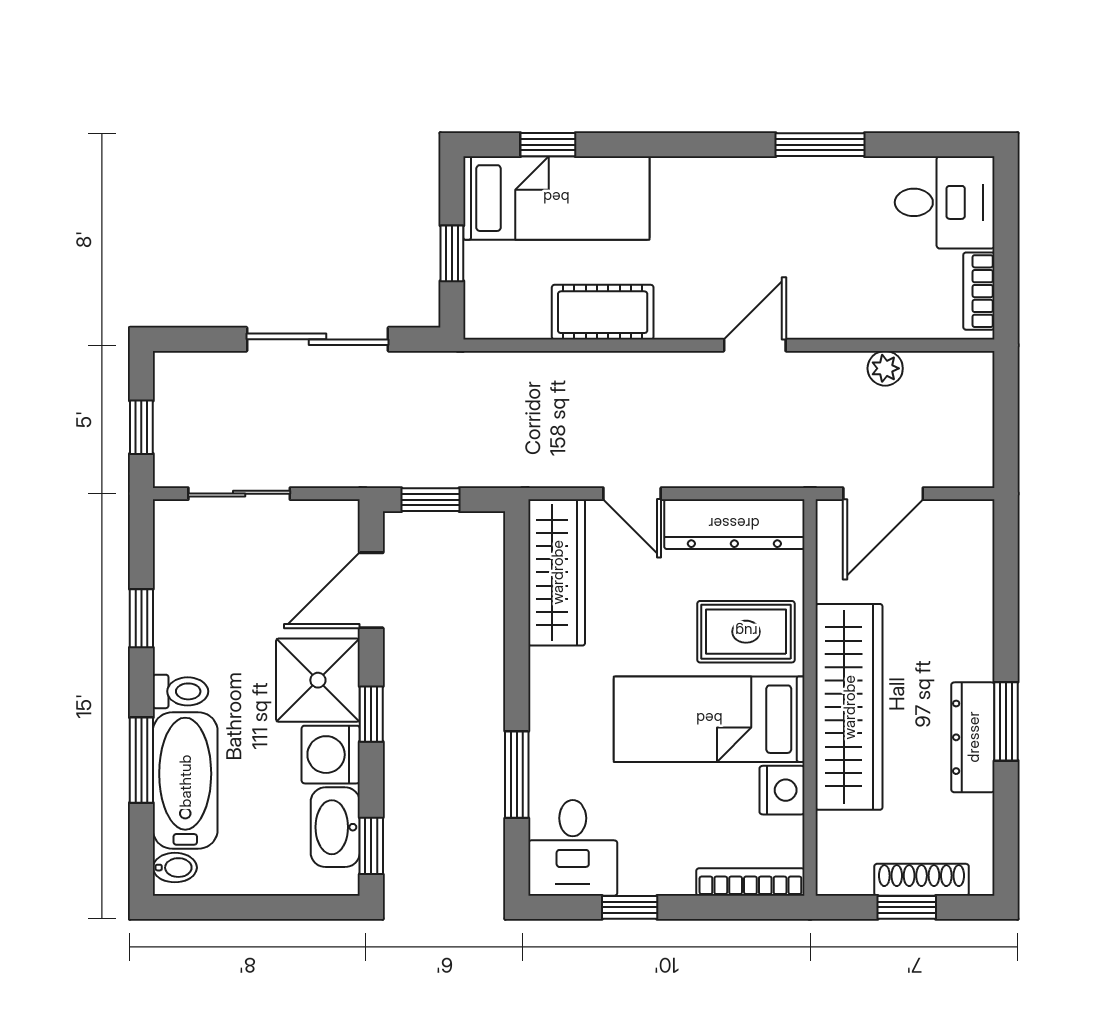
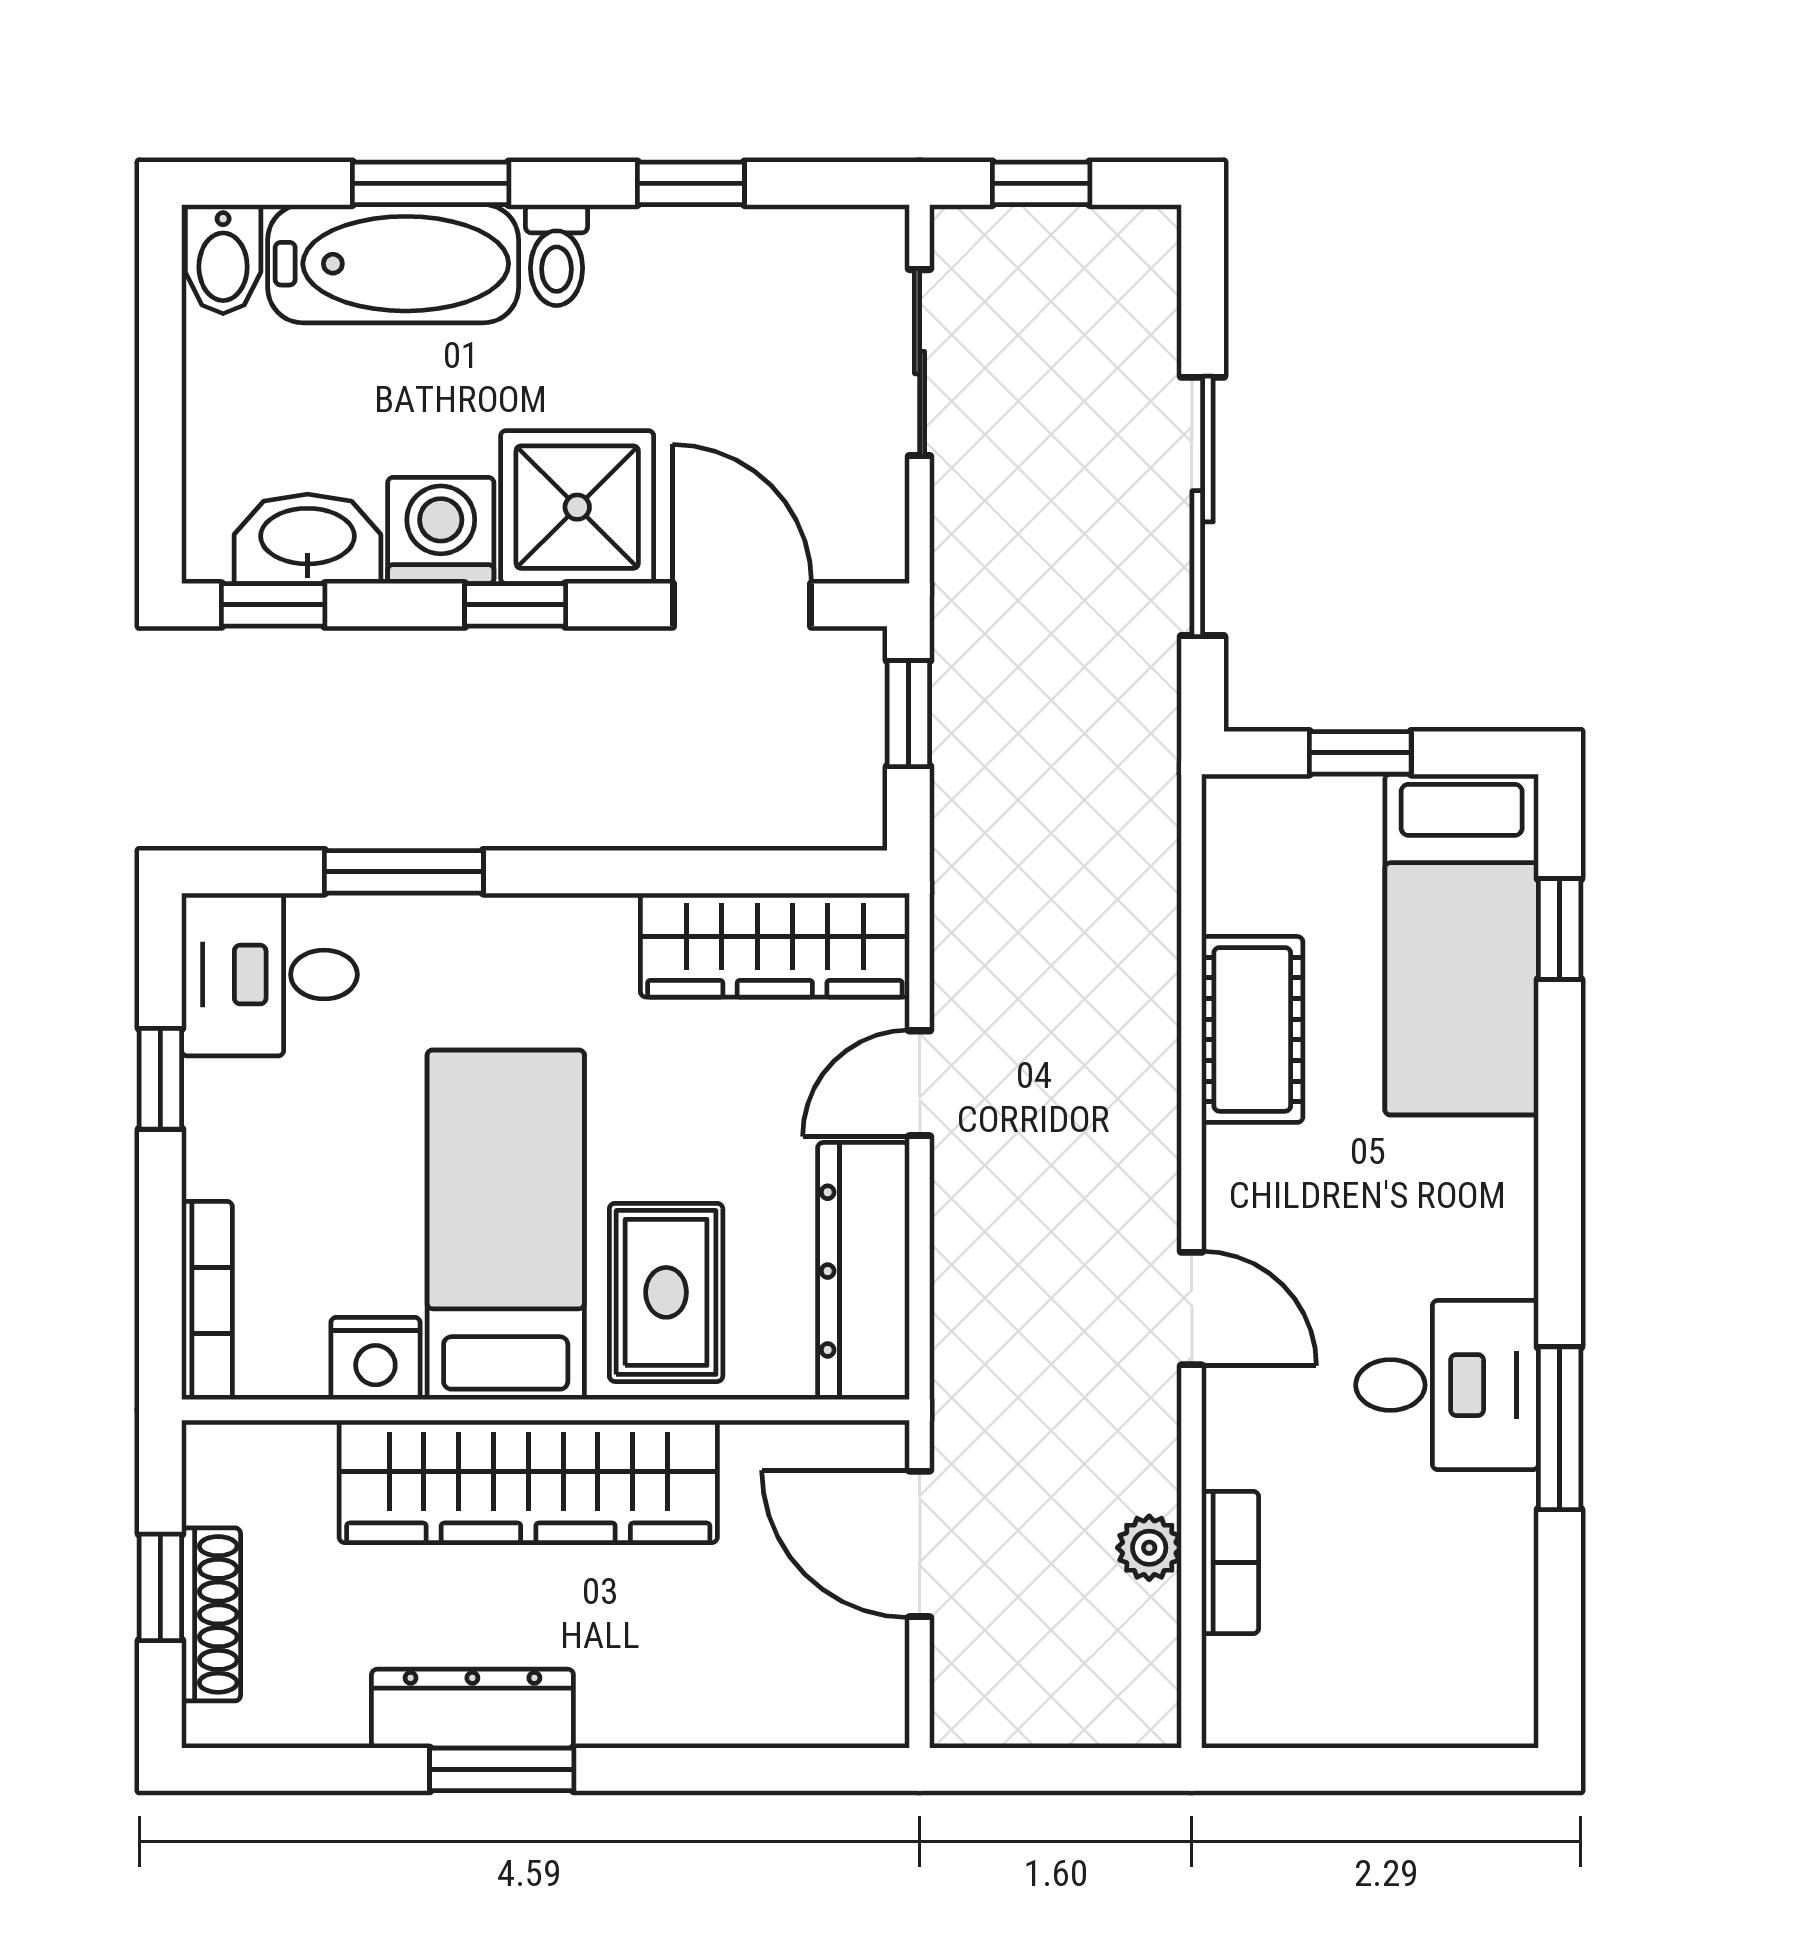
desk: (945, 202) -> (1447, 1385), moved, turned -90
bookcase: (979, 291) -> (1230, 1562), moved, turned 90
bidet: (175, 868) -> (223, 259), width x1.38, depth x1.36

